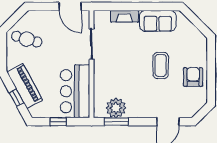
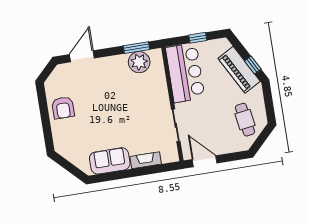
cafe table: (27, 39) -> (245, 120), turned 65
coffee table: (161, 65) -> (99, 114), removed
window: (16, 98) -> (253, 65), moved

